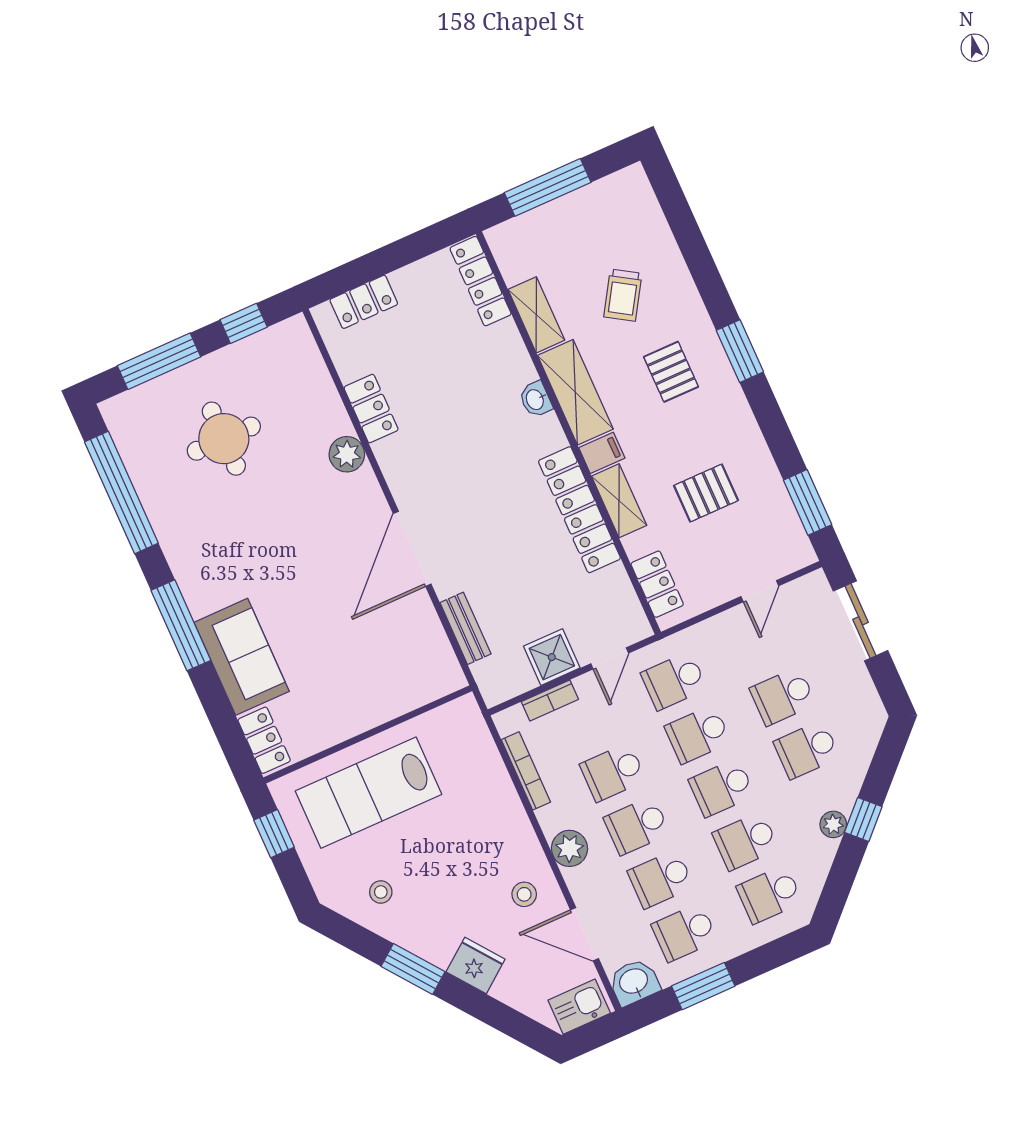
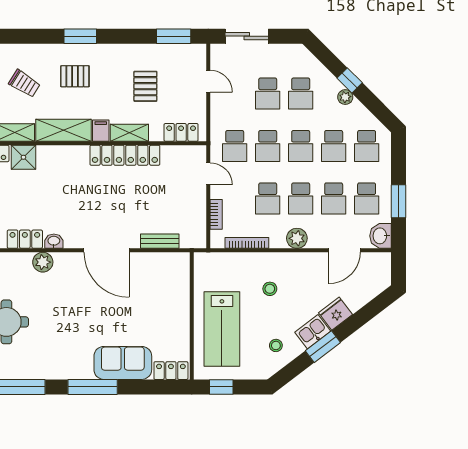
washbasin: (536, 399) -> (54, 241), moved, turned 180
shower: (552, 657) -> (23, 157), moved
stool: (524, 894) -> (270, 289), moved
kitchen sink: (579, 1007) -> (313, 332), moved, turned 53

